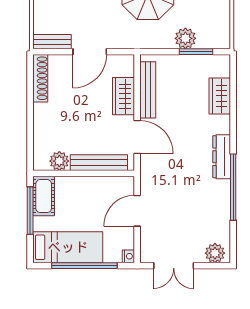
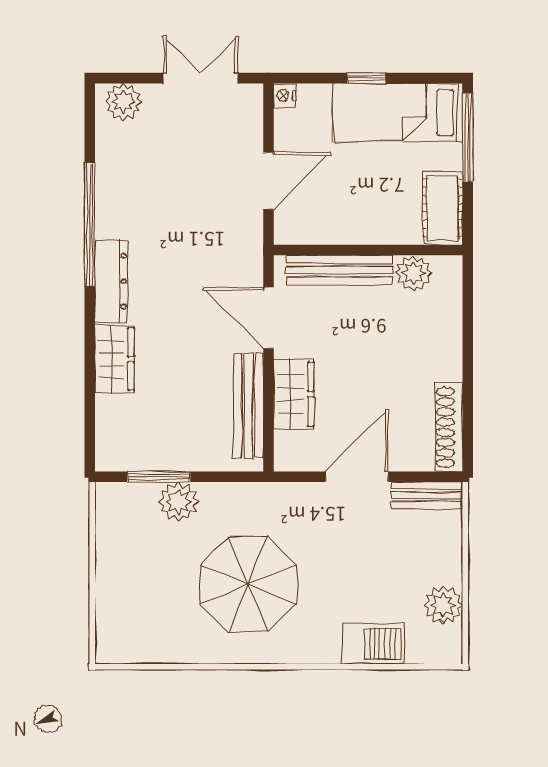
wardrobe: (220, 96) -> (114, 359), moved
window: (30, 211) -> (468, 137), moved
window: (84, 266) -> (367, 78), width x0.32

